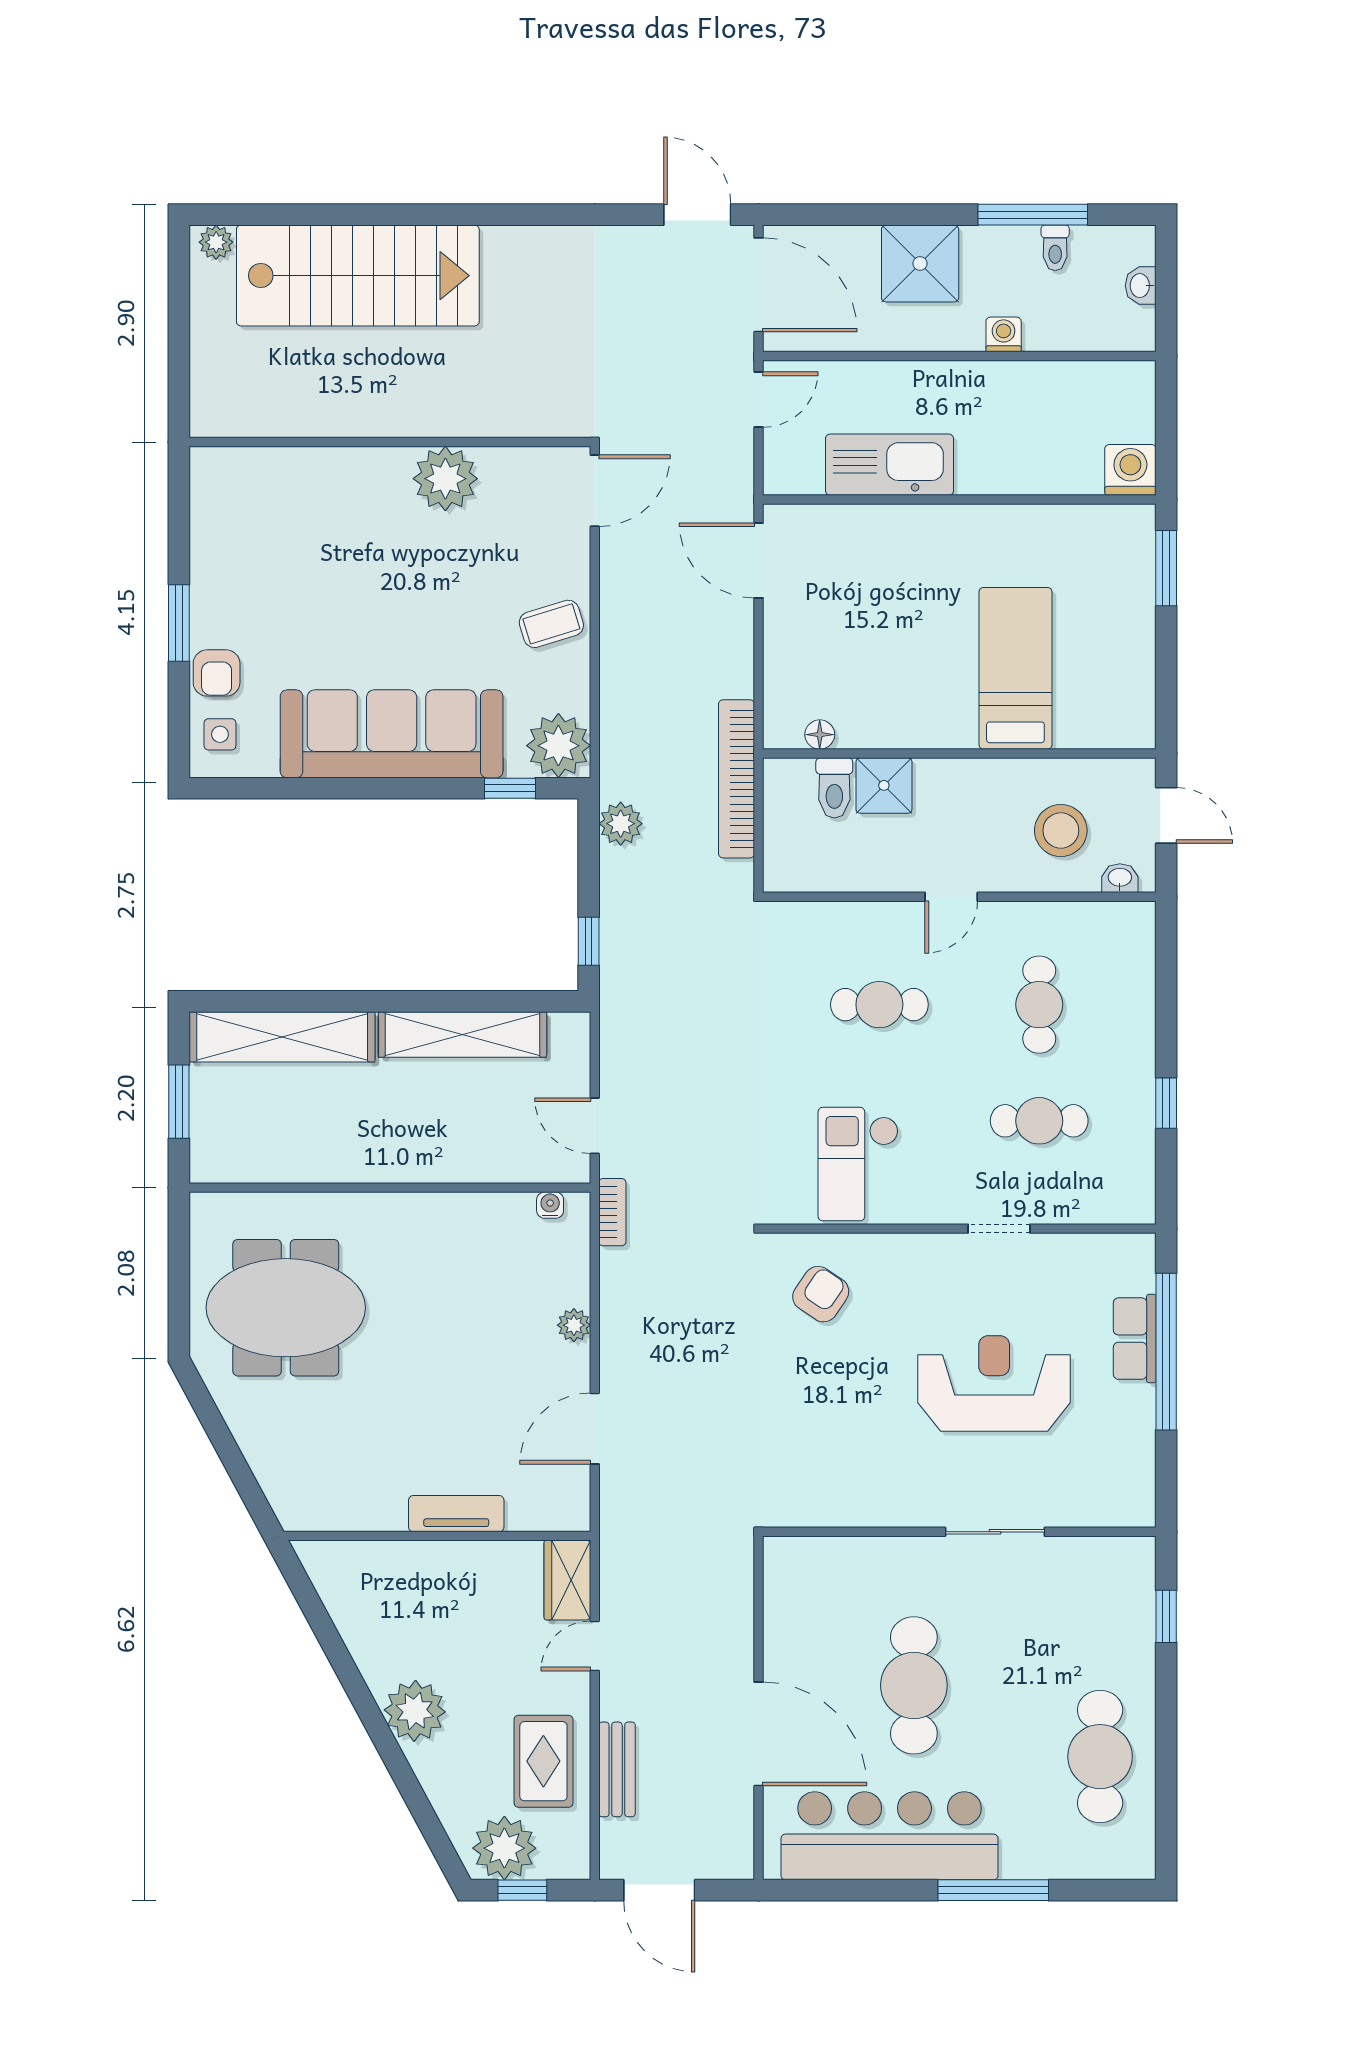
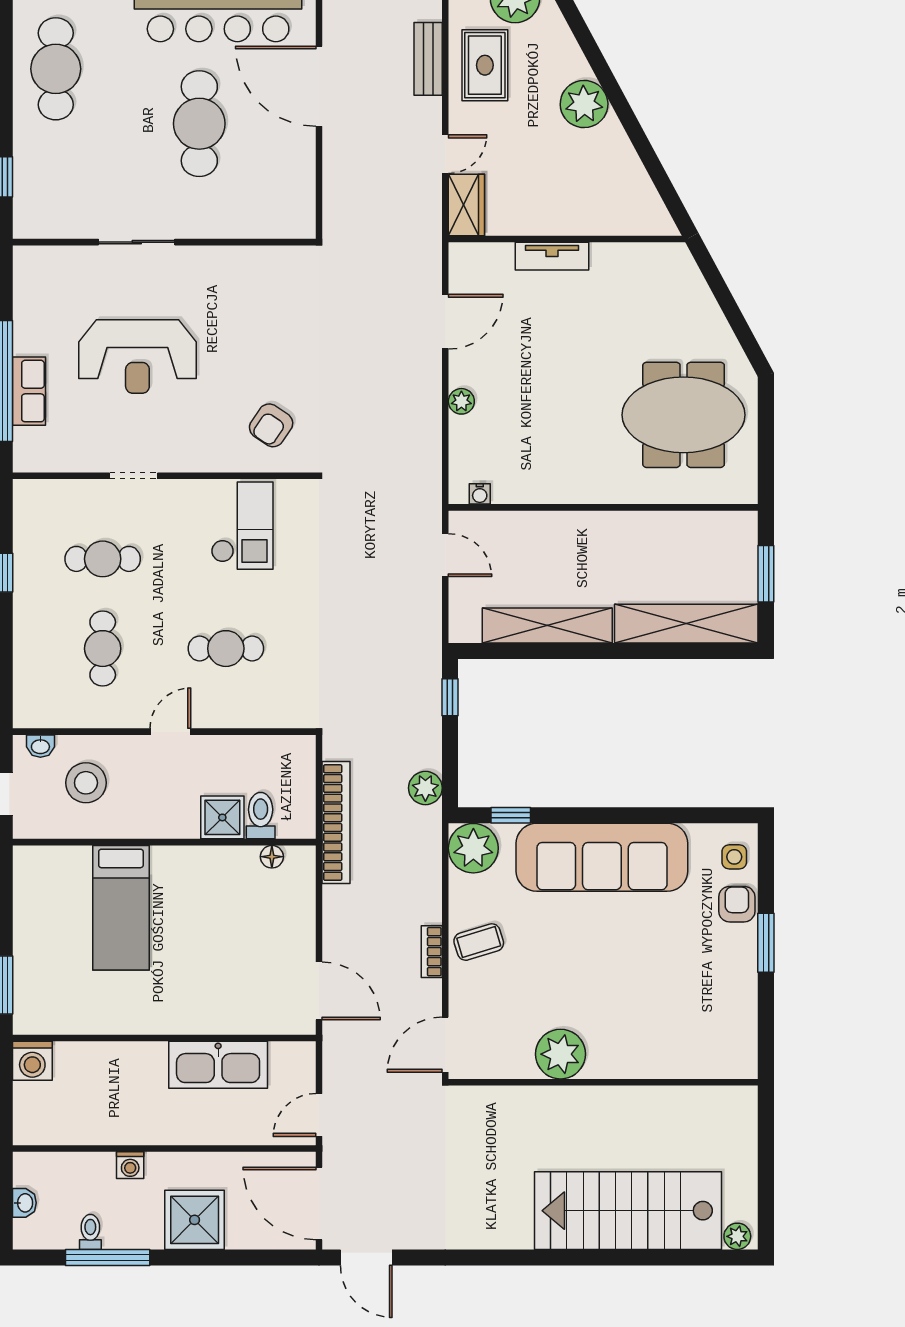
bookcase: (612, 1212) -> (432, 952), moved

